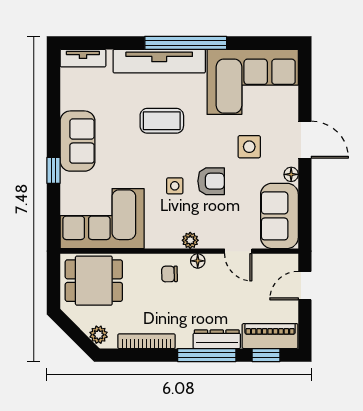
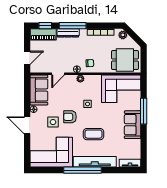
window: (53, 170) -> (144, 111), width x2.17
armchair: (211, 181) -> (70, 117), moved
door: (238, 251) -> (58, 74), swing flipped

